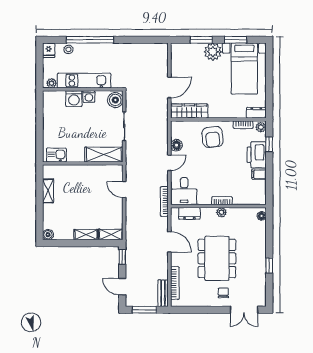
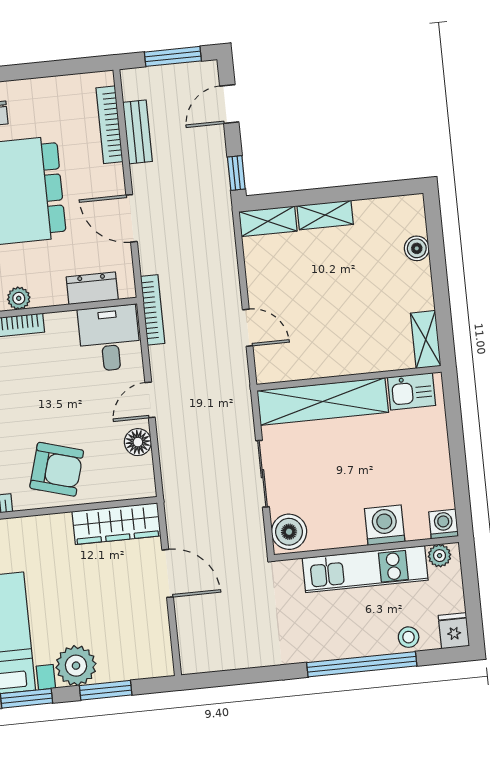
door: (169, 87) -> (168, 573), swing flipped
washing machine: (89, 97) -> (443, 524), moved
armchair: (213, 137) -> (57, 469), turned 112
shelving: (104, 155) -> (323, 402), width x1.47
shelving: (48, 191) -> (426, 340), moved
boiler: (48, 235) -> (417, 248), moved
door: (122, 287) -> (229, 104), swing flipped
bench: (163, 293) -> (138, 132), moved

